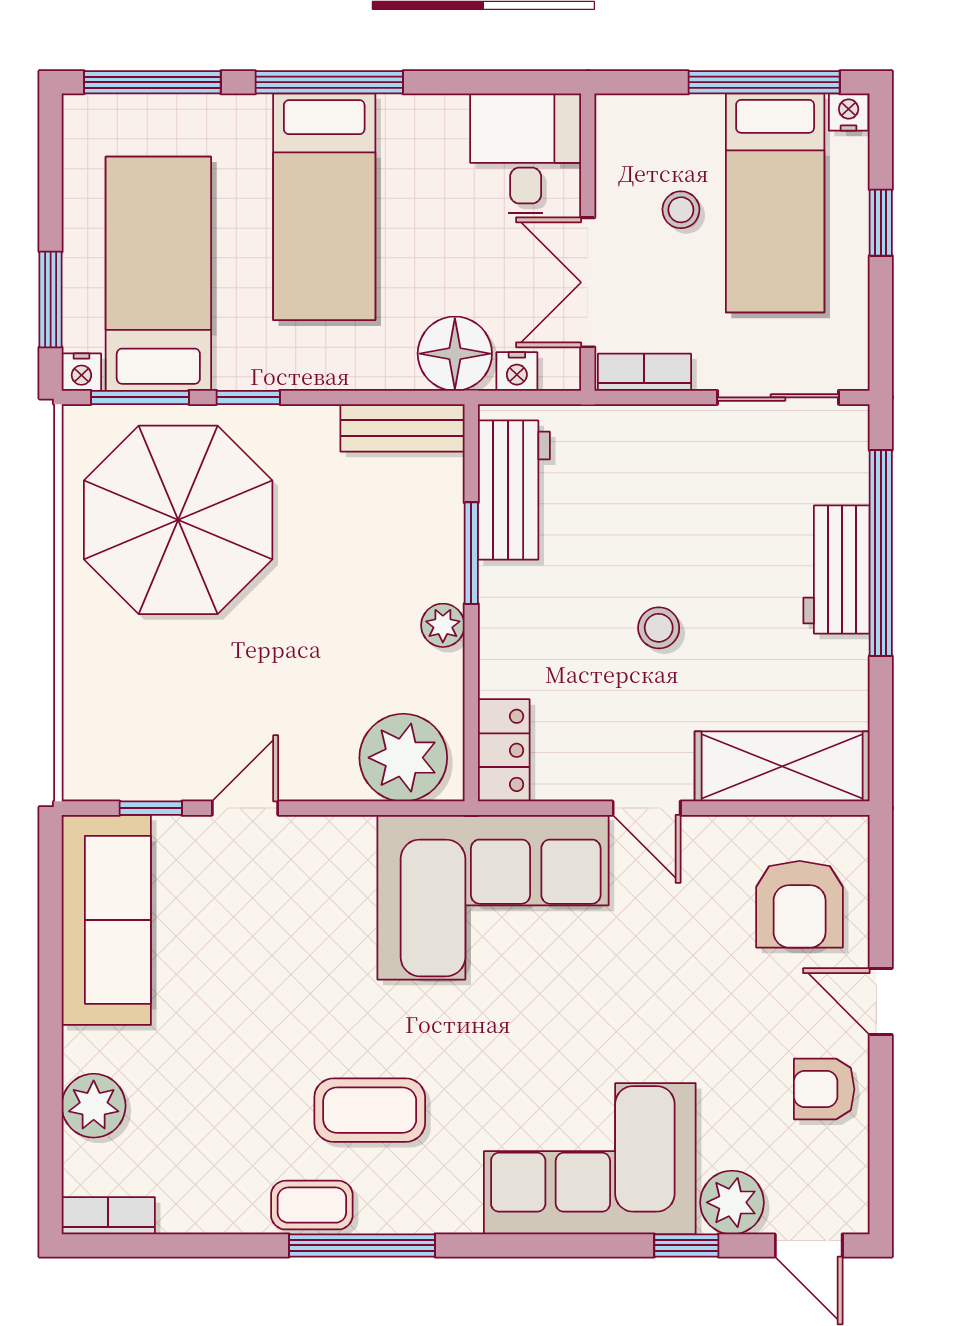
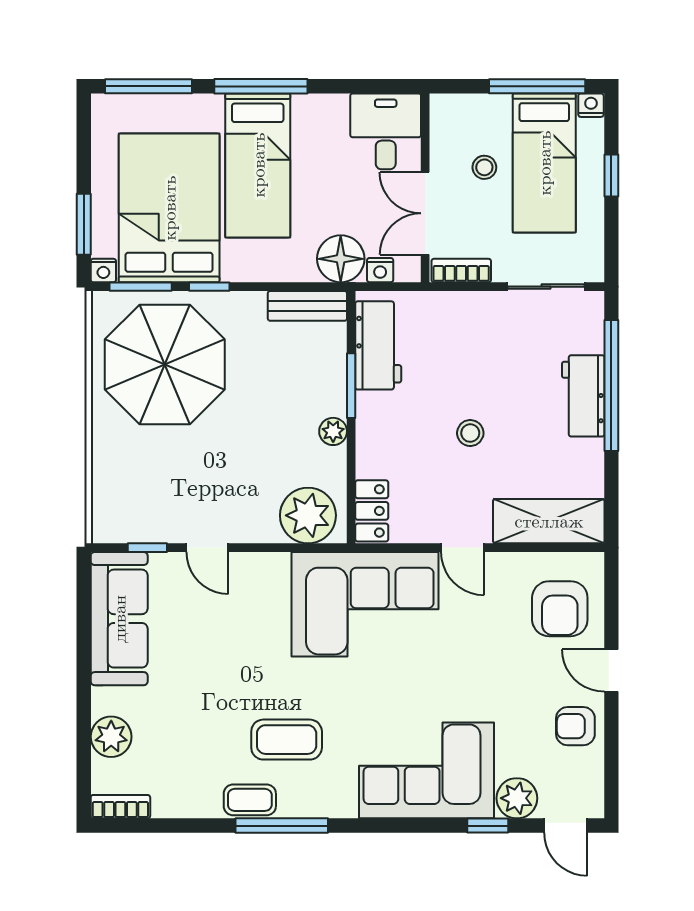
bed: (158, 274) -> (169, 208), width x1.50
door: (245, 808) -> (207, 548), swing flipped

